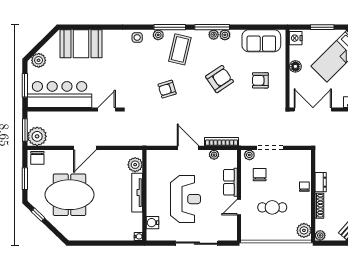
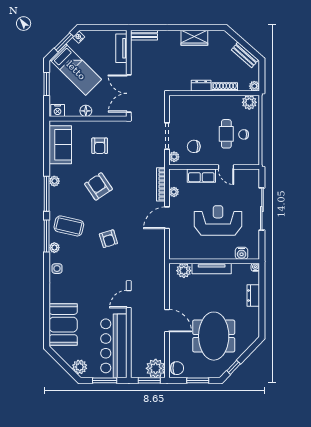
plant: (214, 35) -> (54, 192), removed
door: (107, 110) -> (129, 299), hinge flipped
chair: (304, 187) -> (244, 134), moved
dresser: (110, 234) -> (253, 295), added

